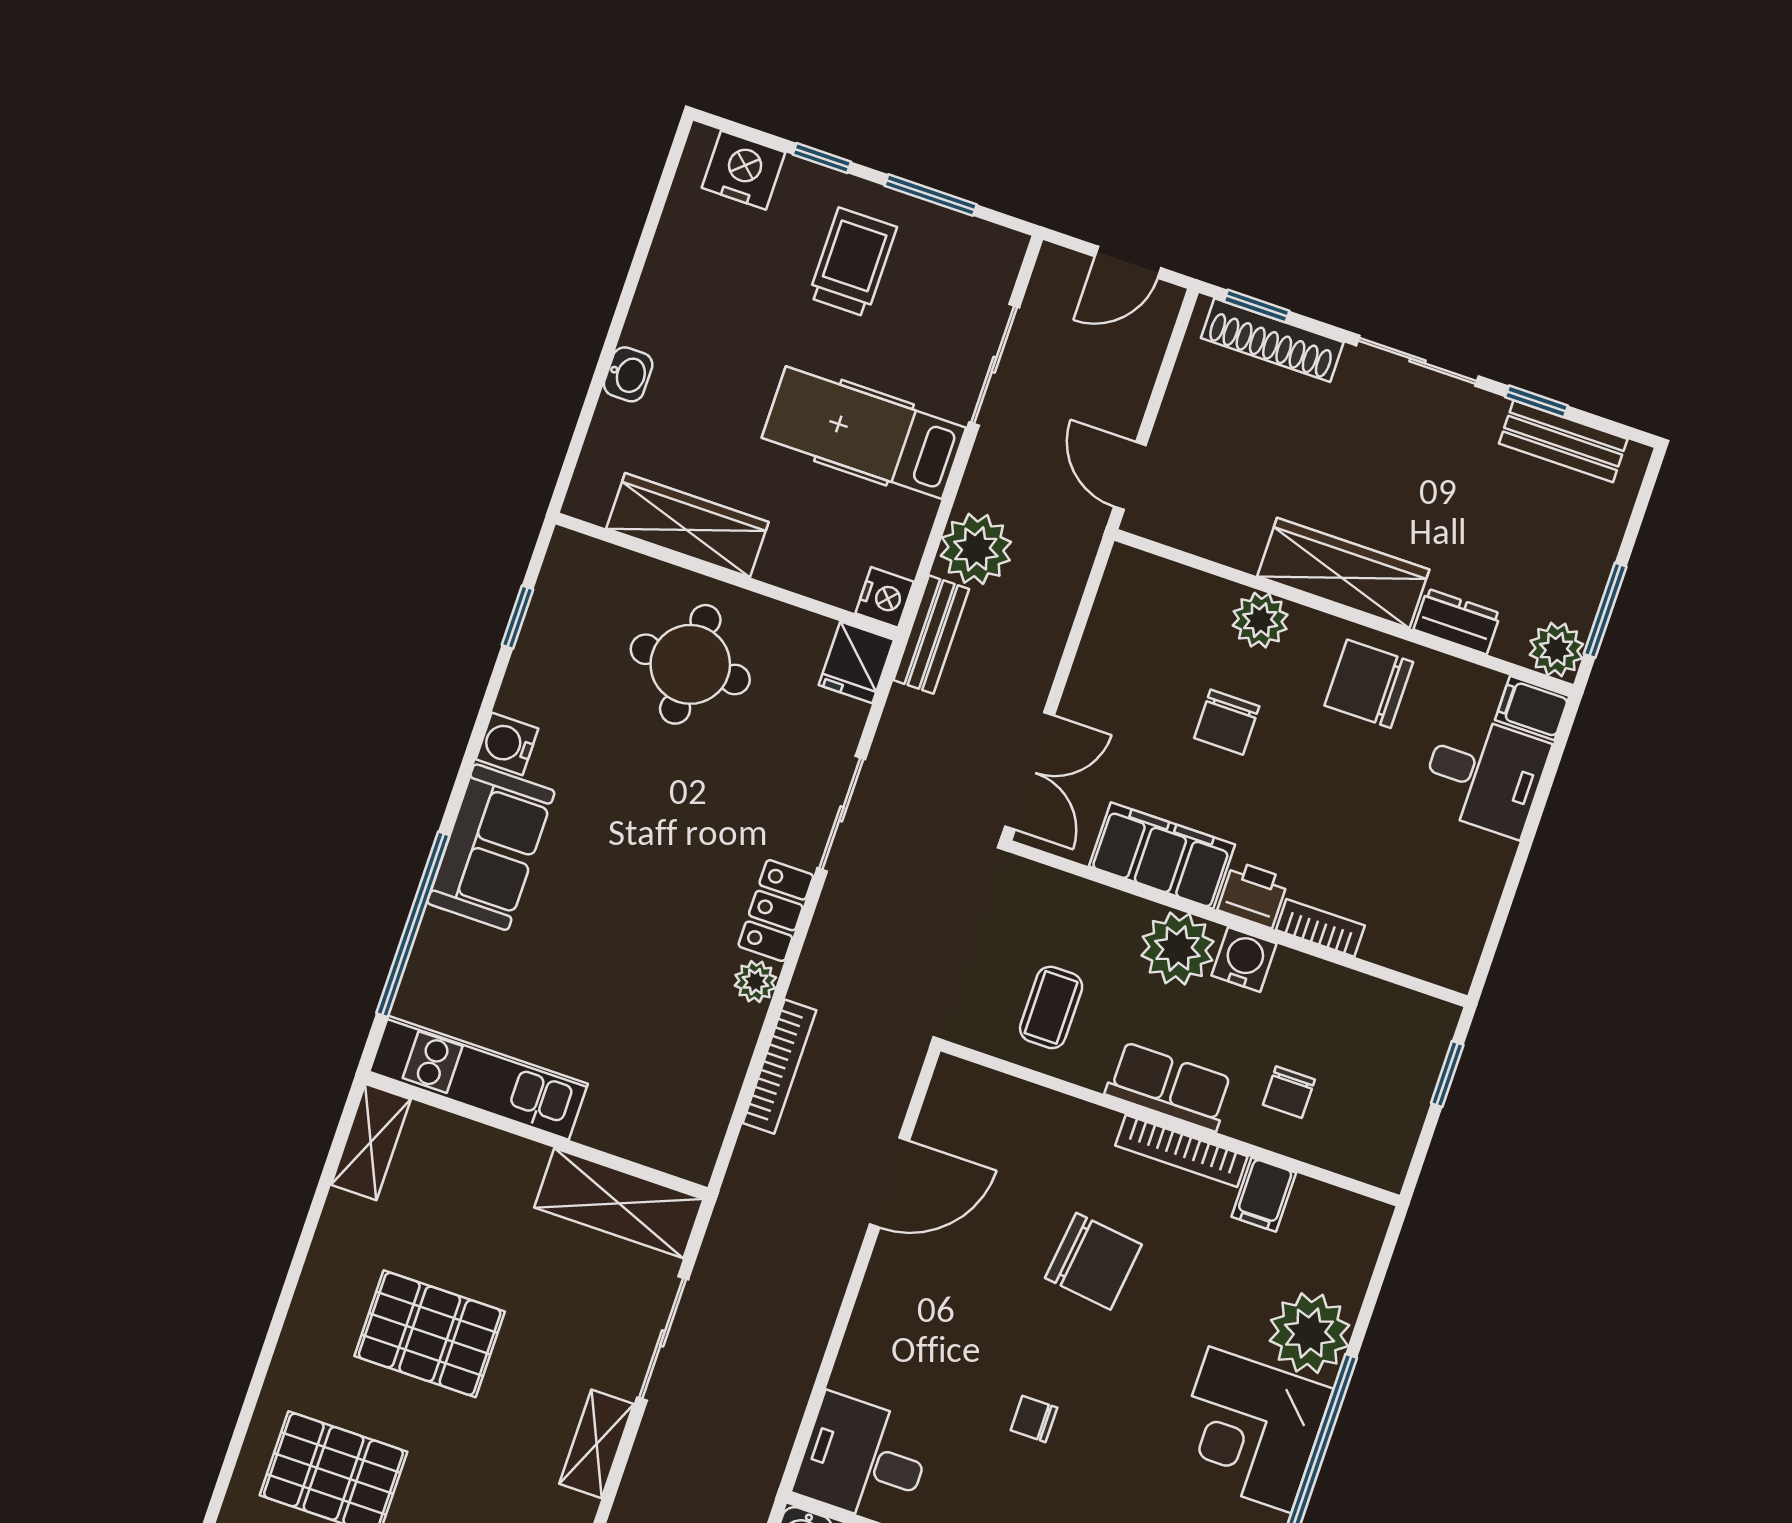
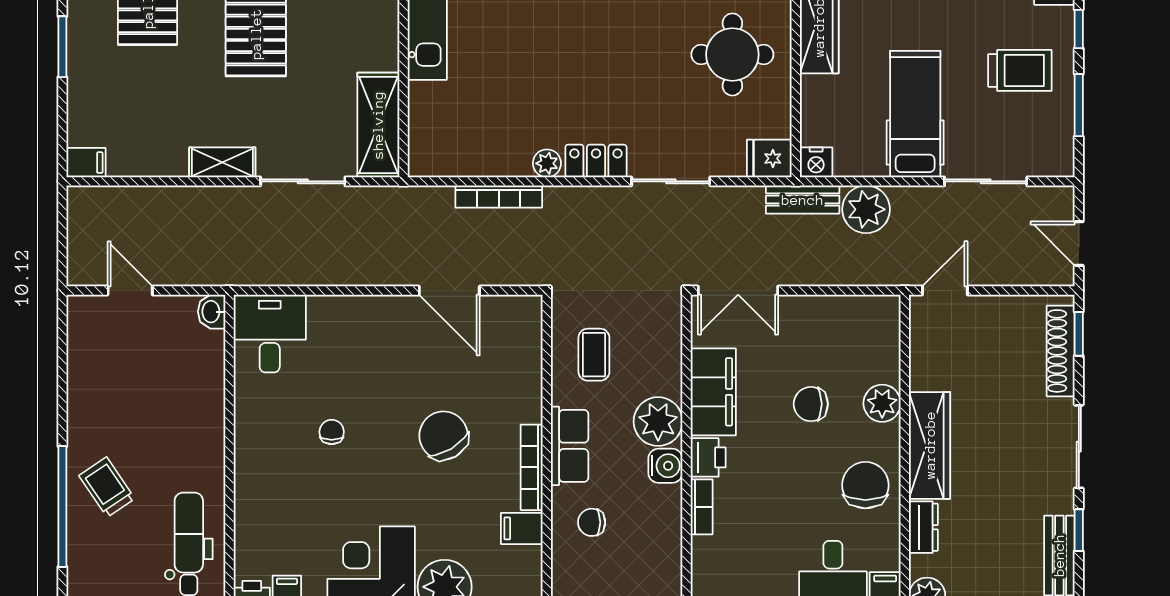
coffee table: (1051, 1007) -> (594, 355), turned 90
chair: (1093, 1261) -> (443, 436), turned 142

